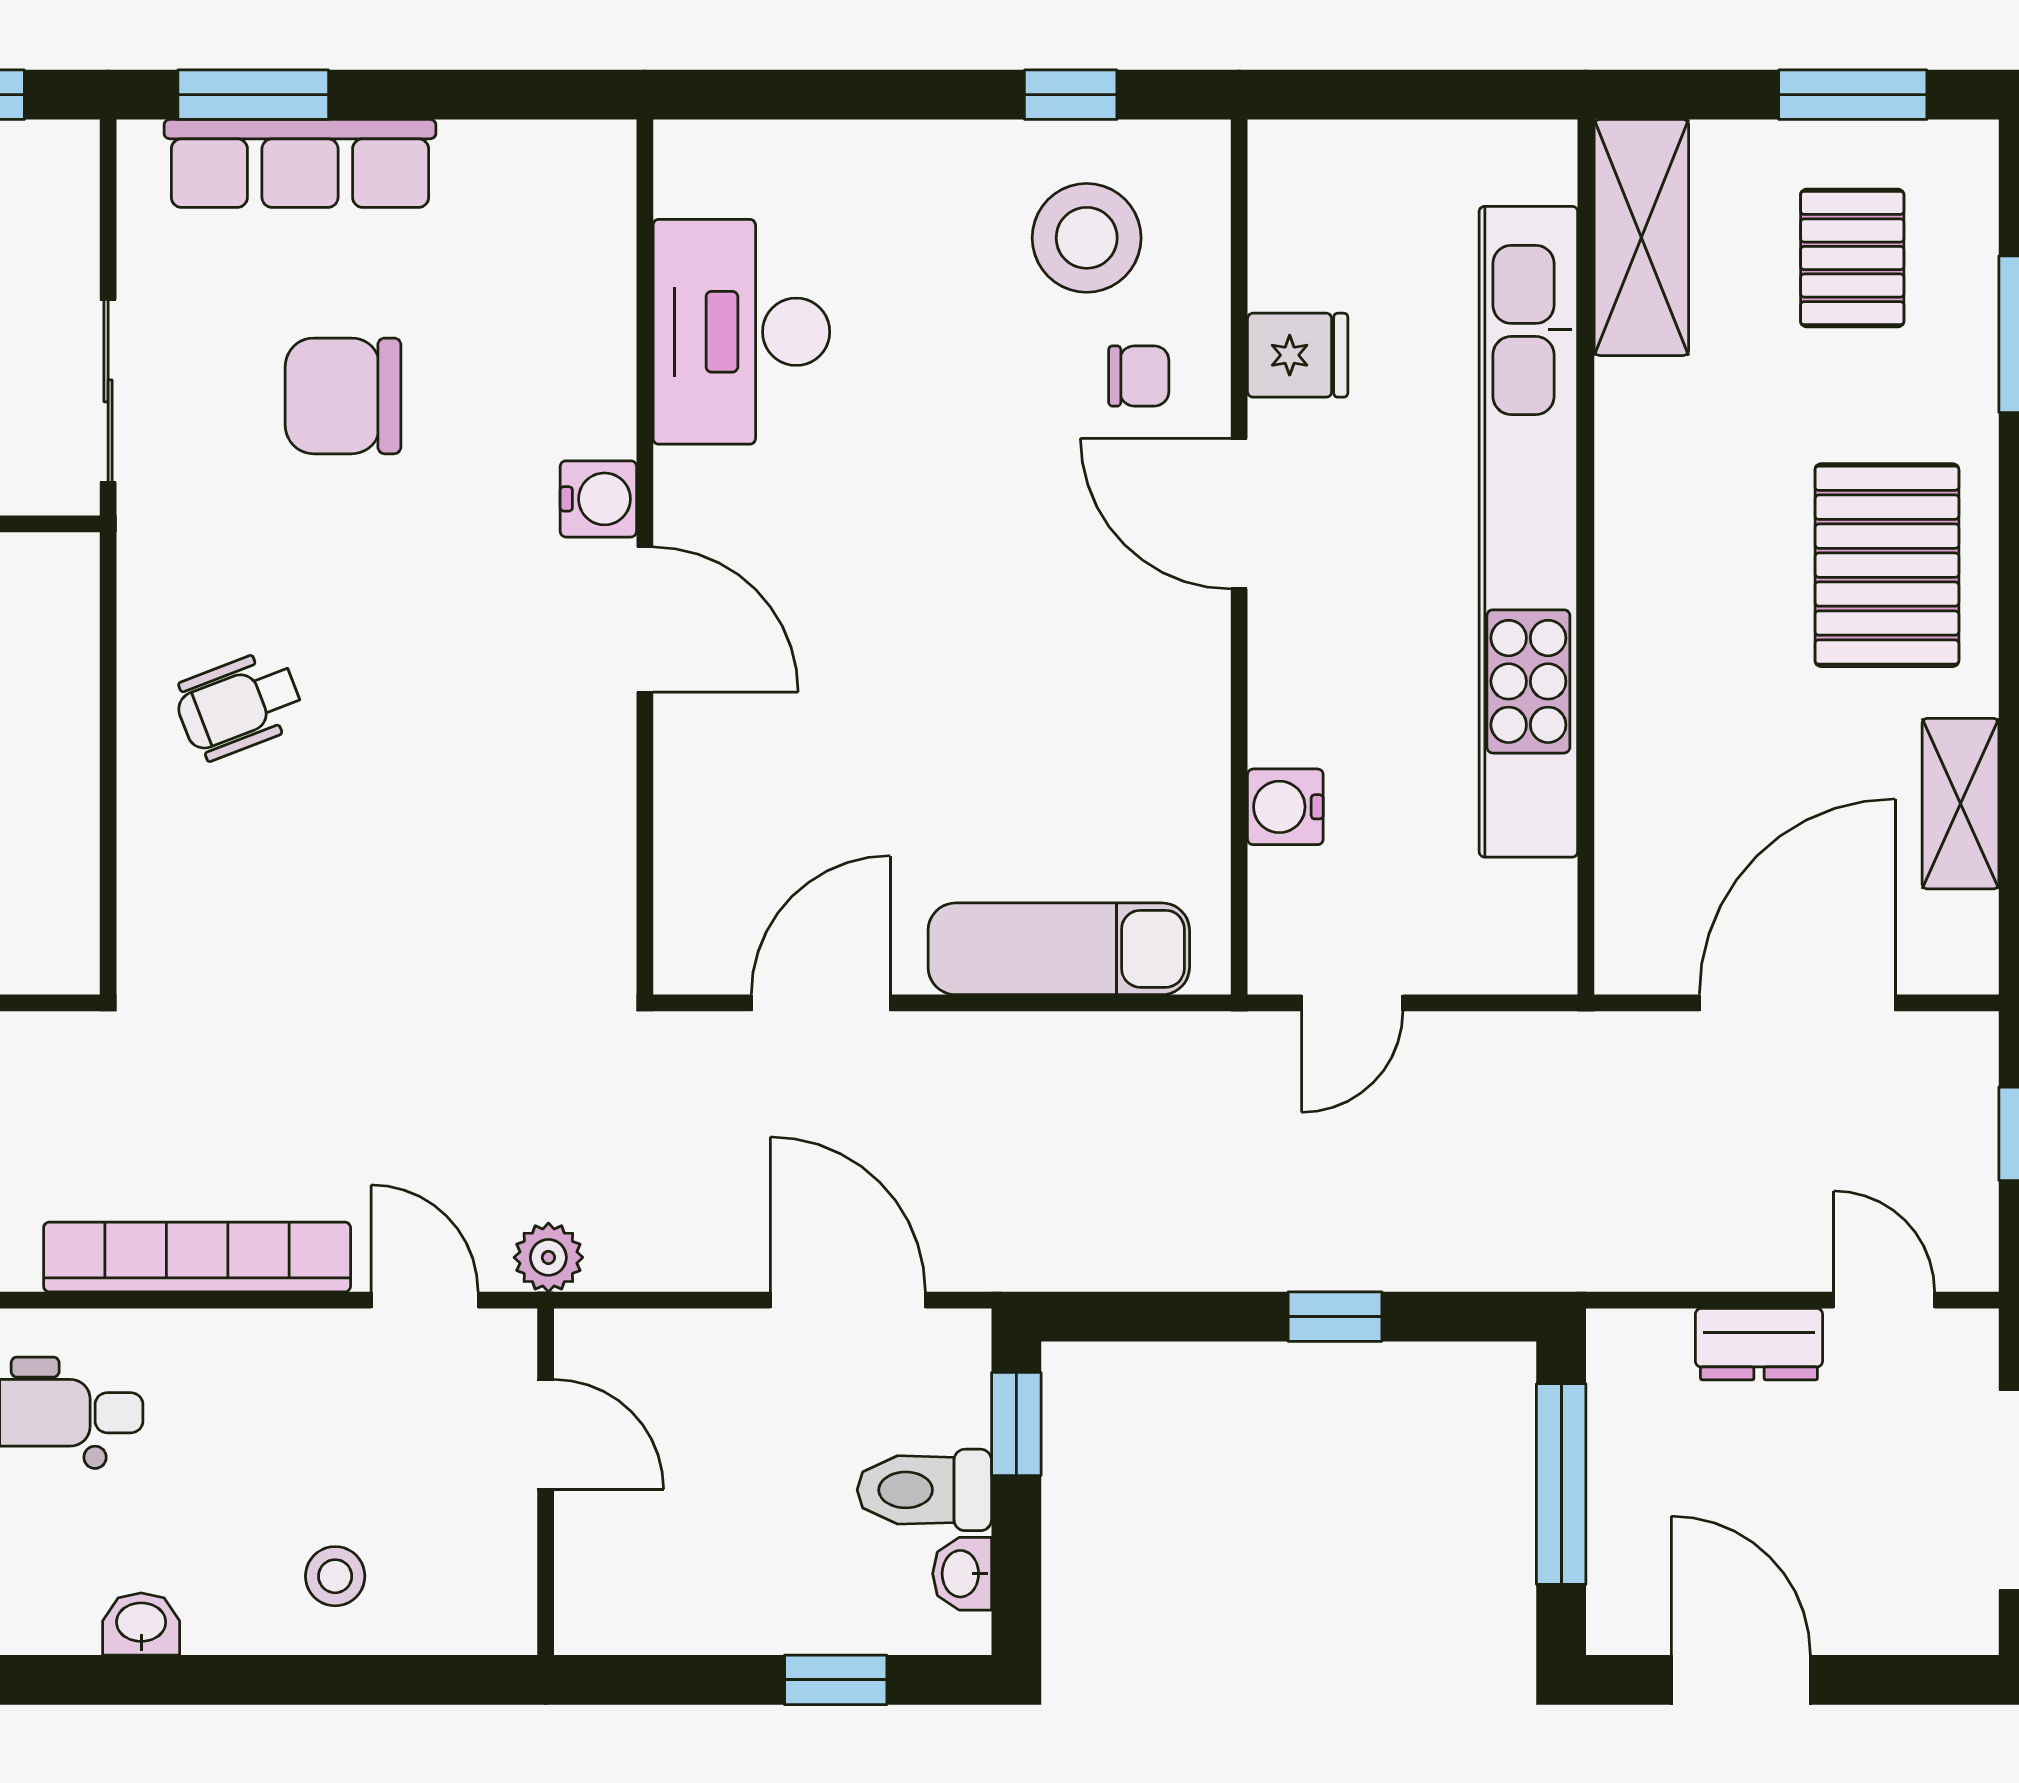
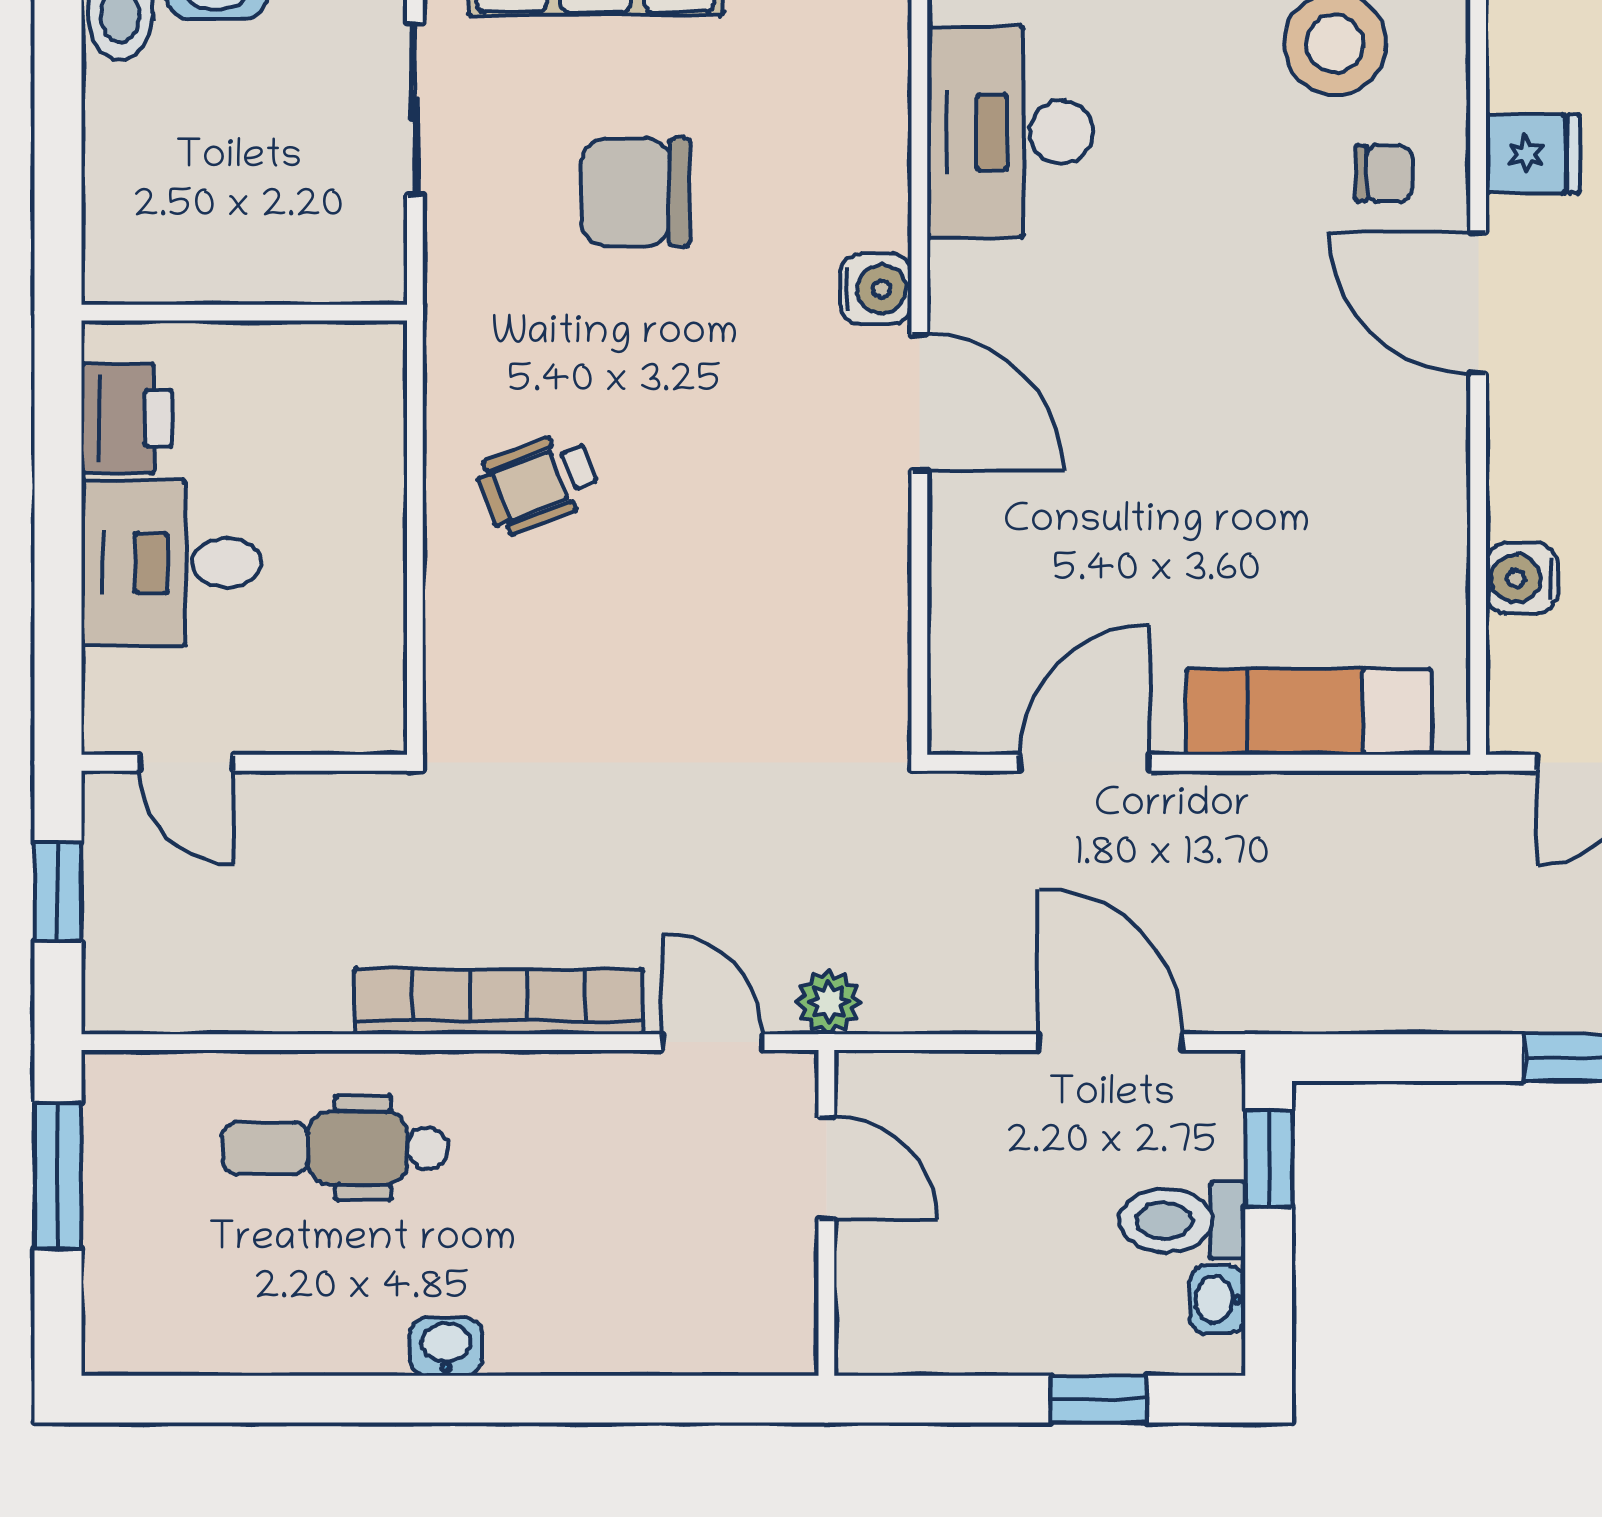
sliding door: (108, 391) -> (415, 109), moved
stool: (335, 1576) -> (628, 1302), removed

